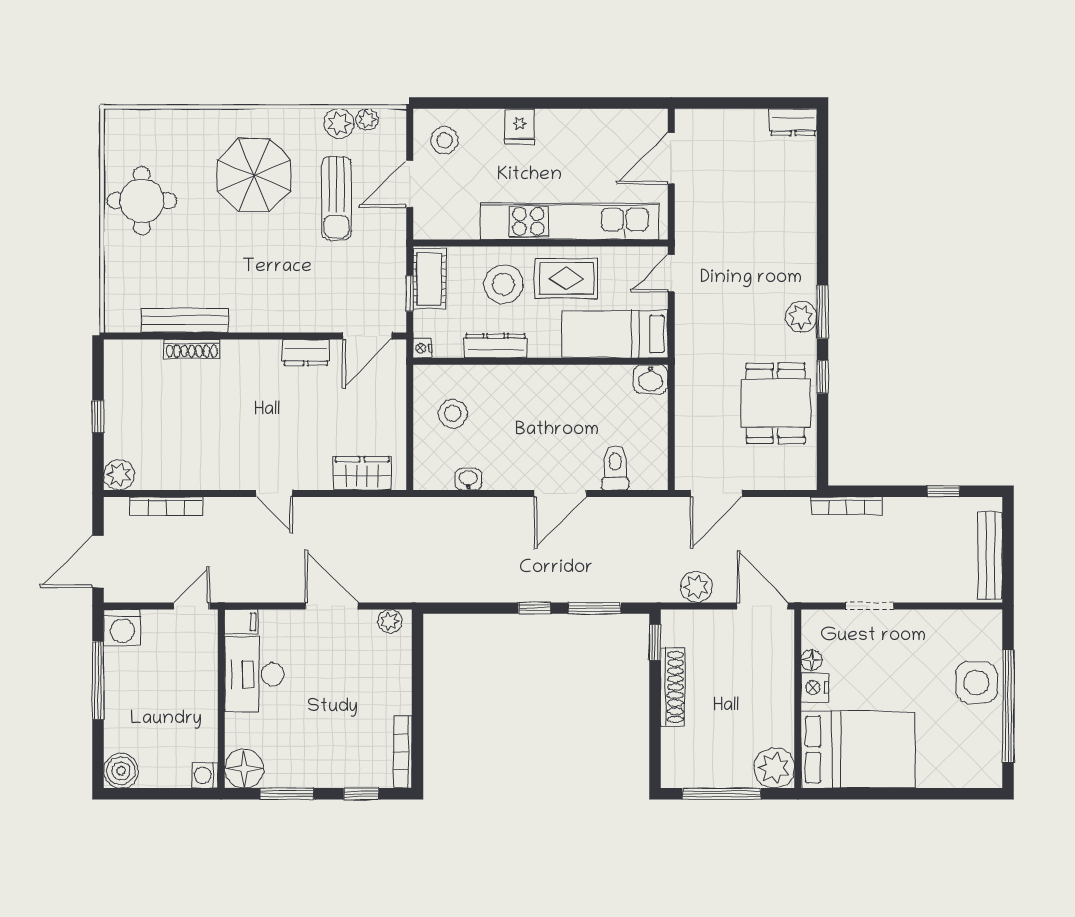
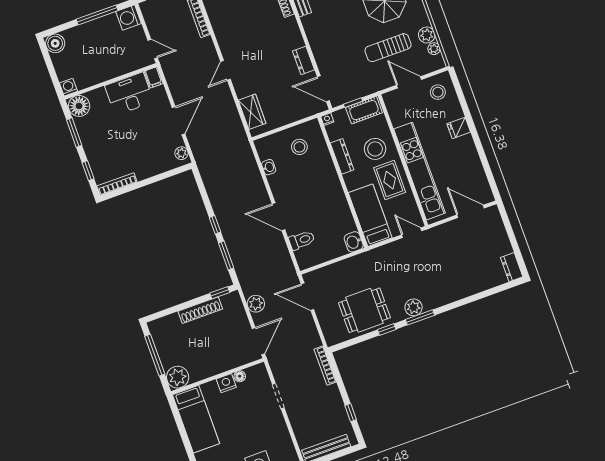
bed: (858, 750) -> (196, 419), width x0.67

